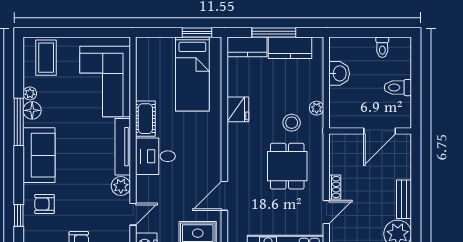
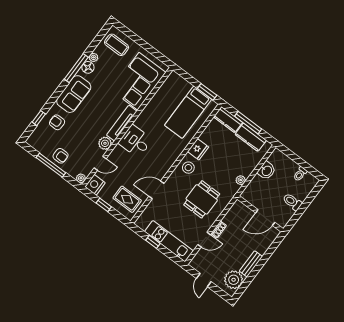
coffee table: (46, 58) -> (117, 45), turned 90
cot: (145, 119) -> (145, 117), removed
stool: (292, 123) -> (188, 168), moved

